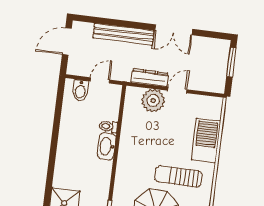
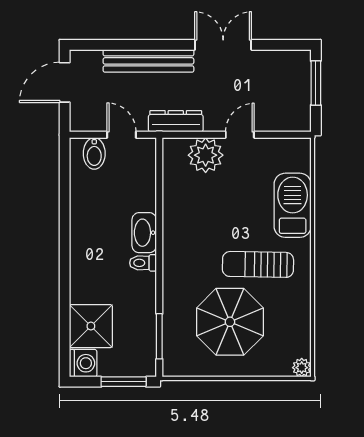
double door: (174, 30) -> (223, 45), swing flipped
dresser: (150, 78) -> (176, 121), moved
door: (100, 80) -> (121, 135), hinge flipped
toilet: (108, 126) -> (143, 263), moved

